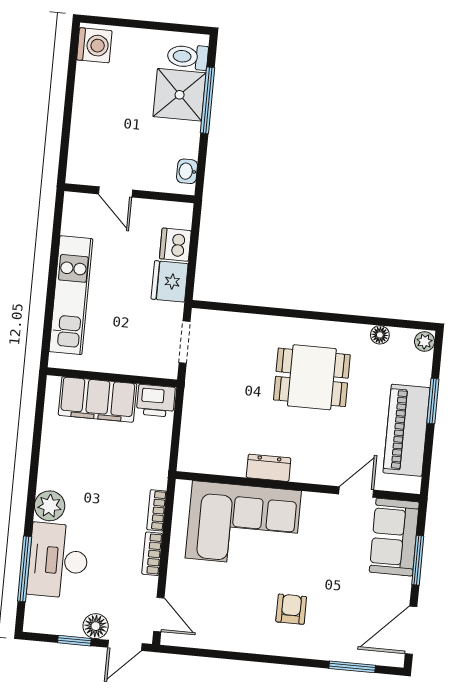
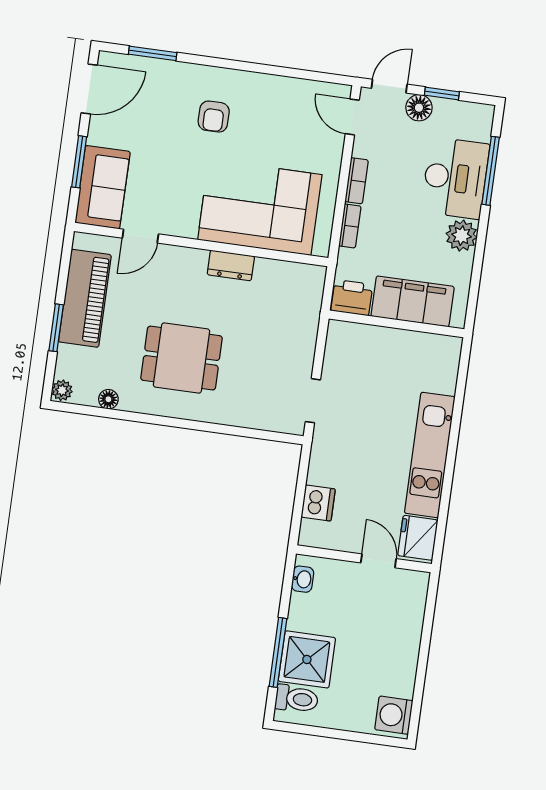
fridge: (170, 281) -> (418, 538), moved, turned 180
wall: (112, 377) -> (396, 324), moved
filing cabinet: (98, 400) -> (413, 301), moved
printer: (156, 401) -> (352, 298), moved

